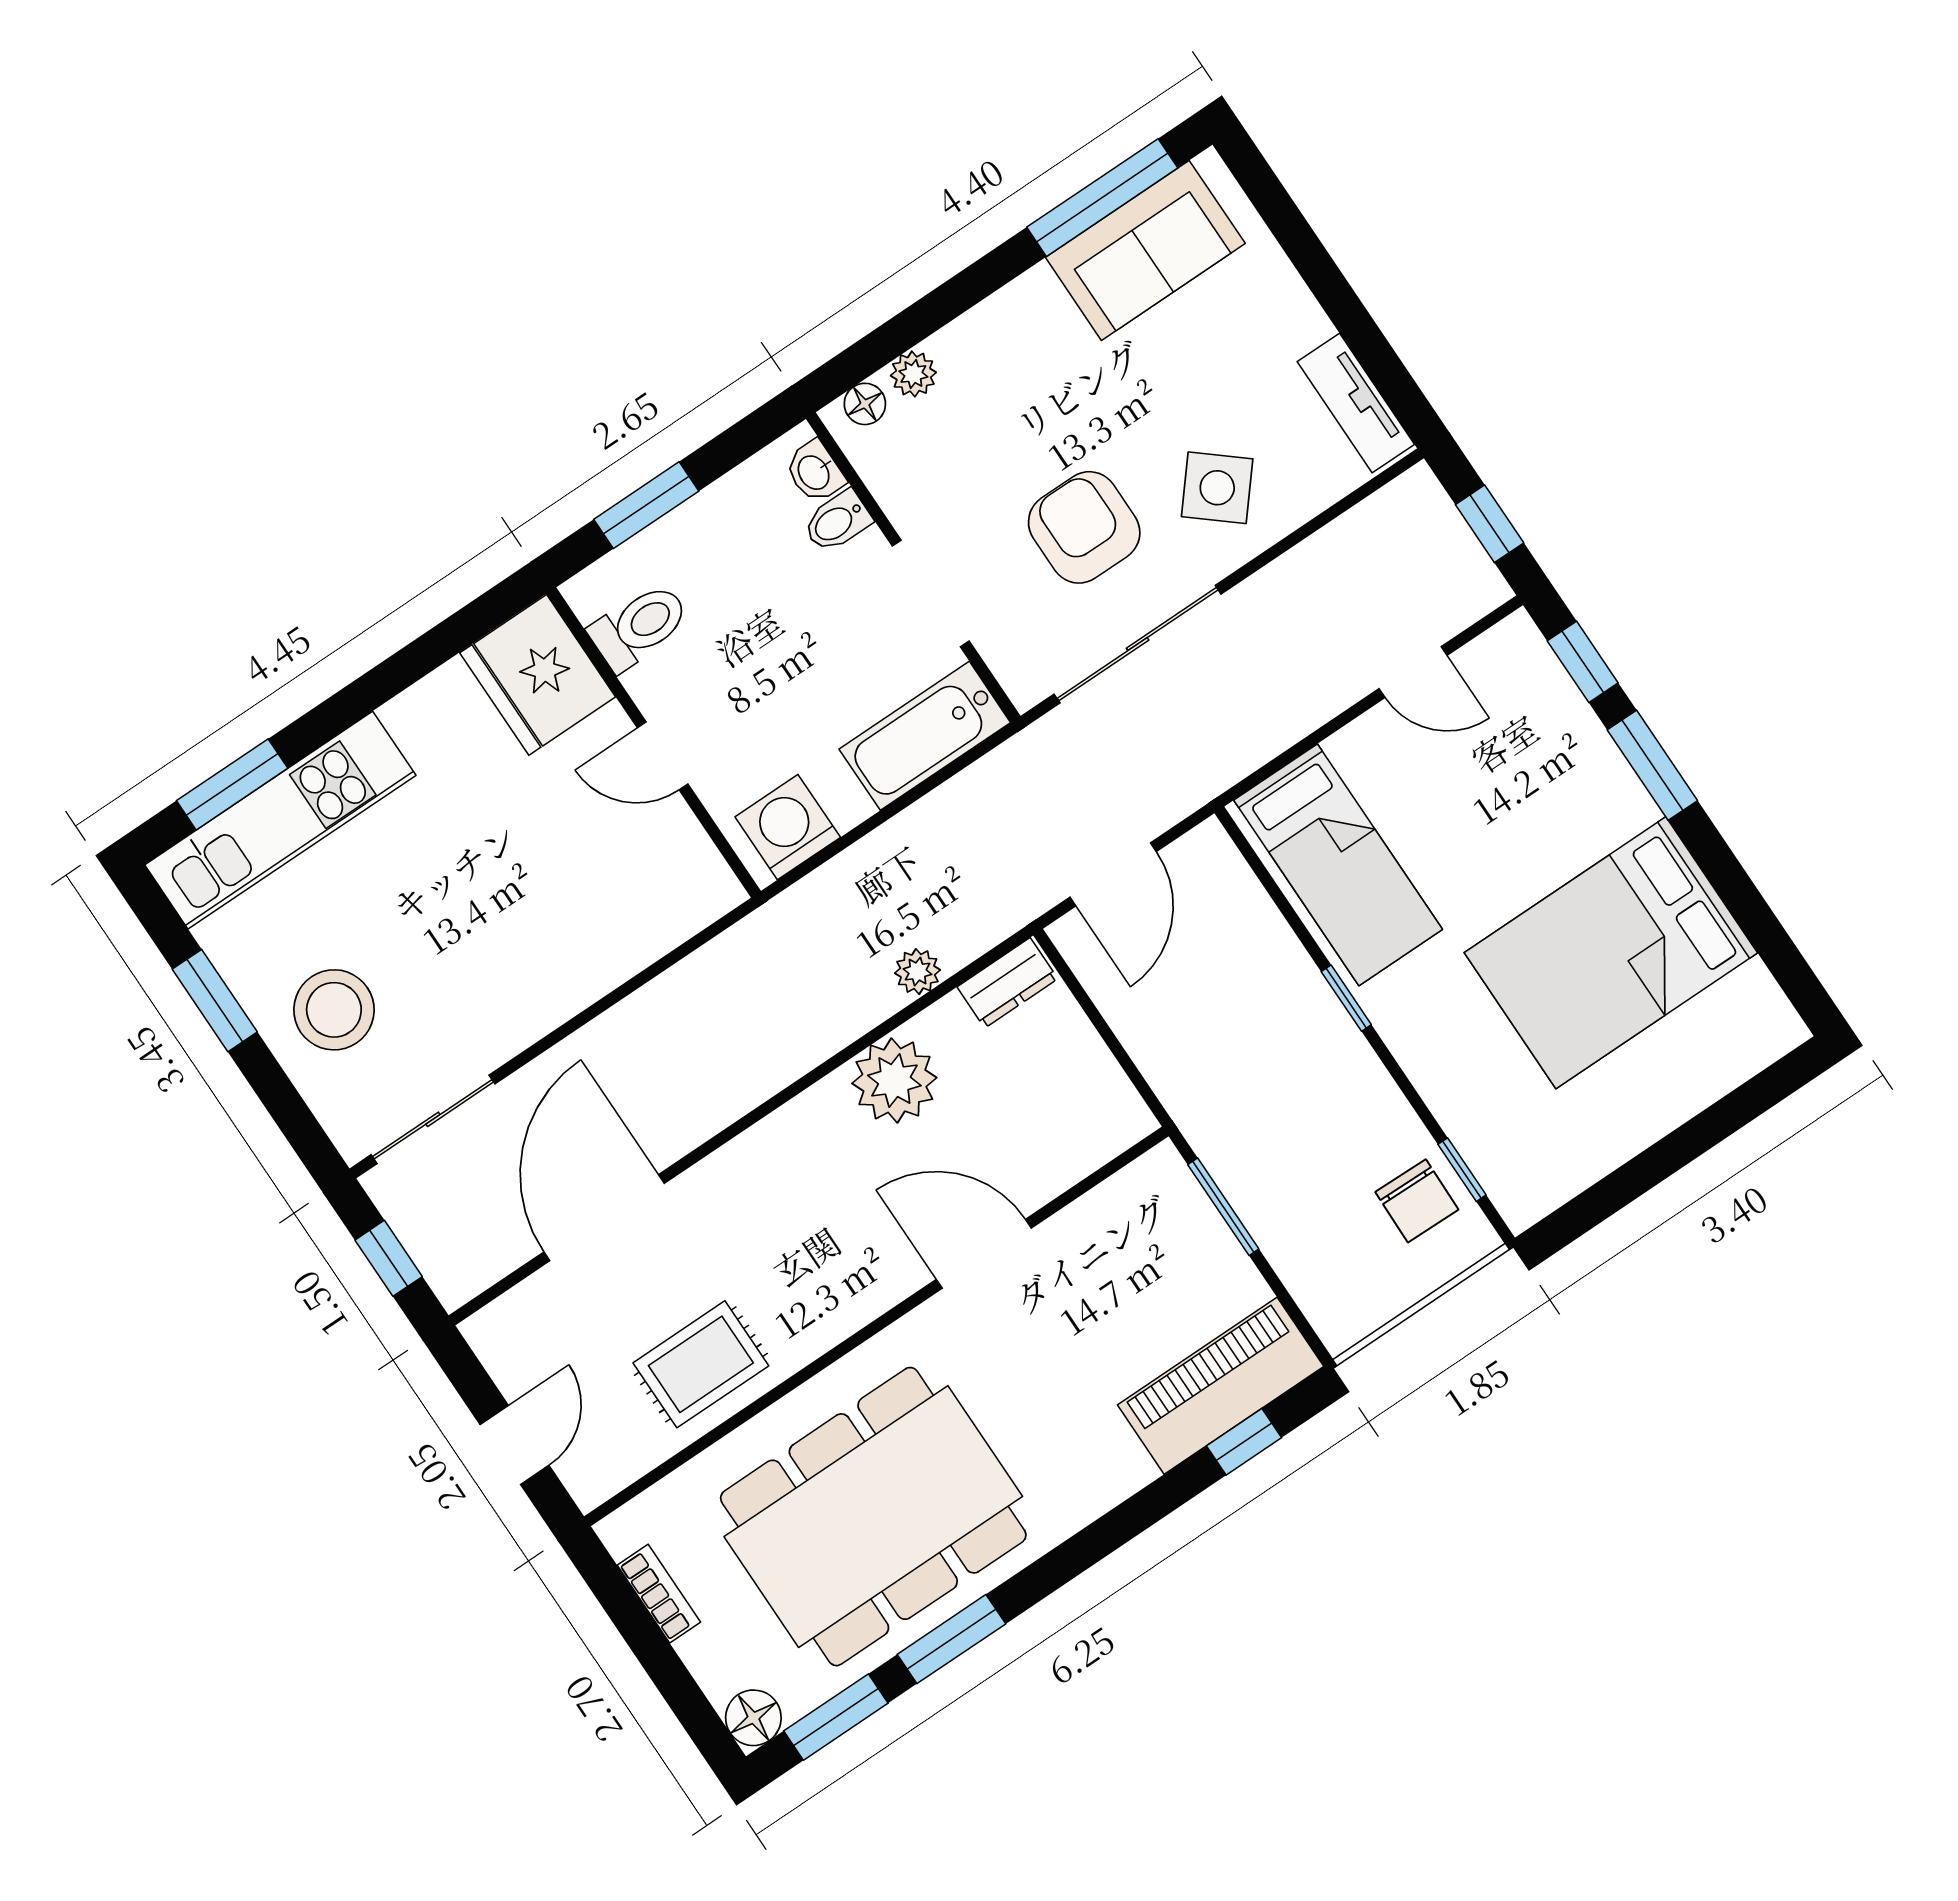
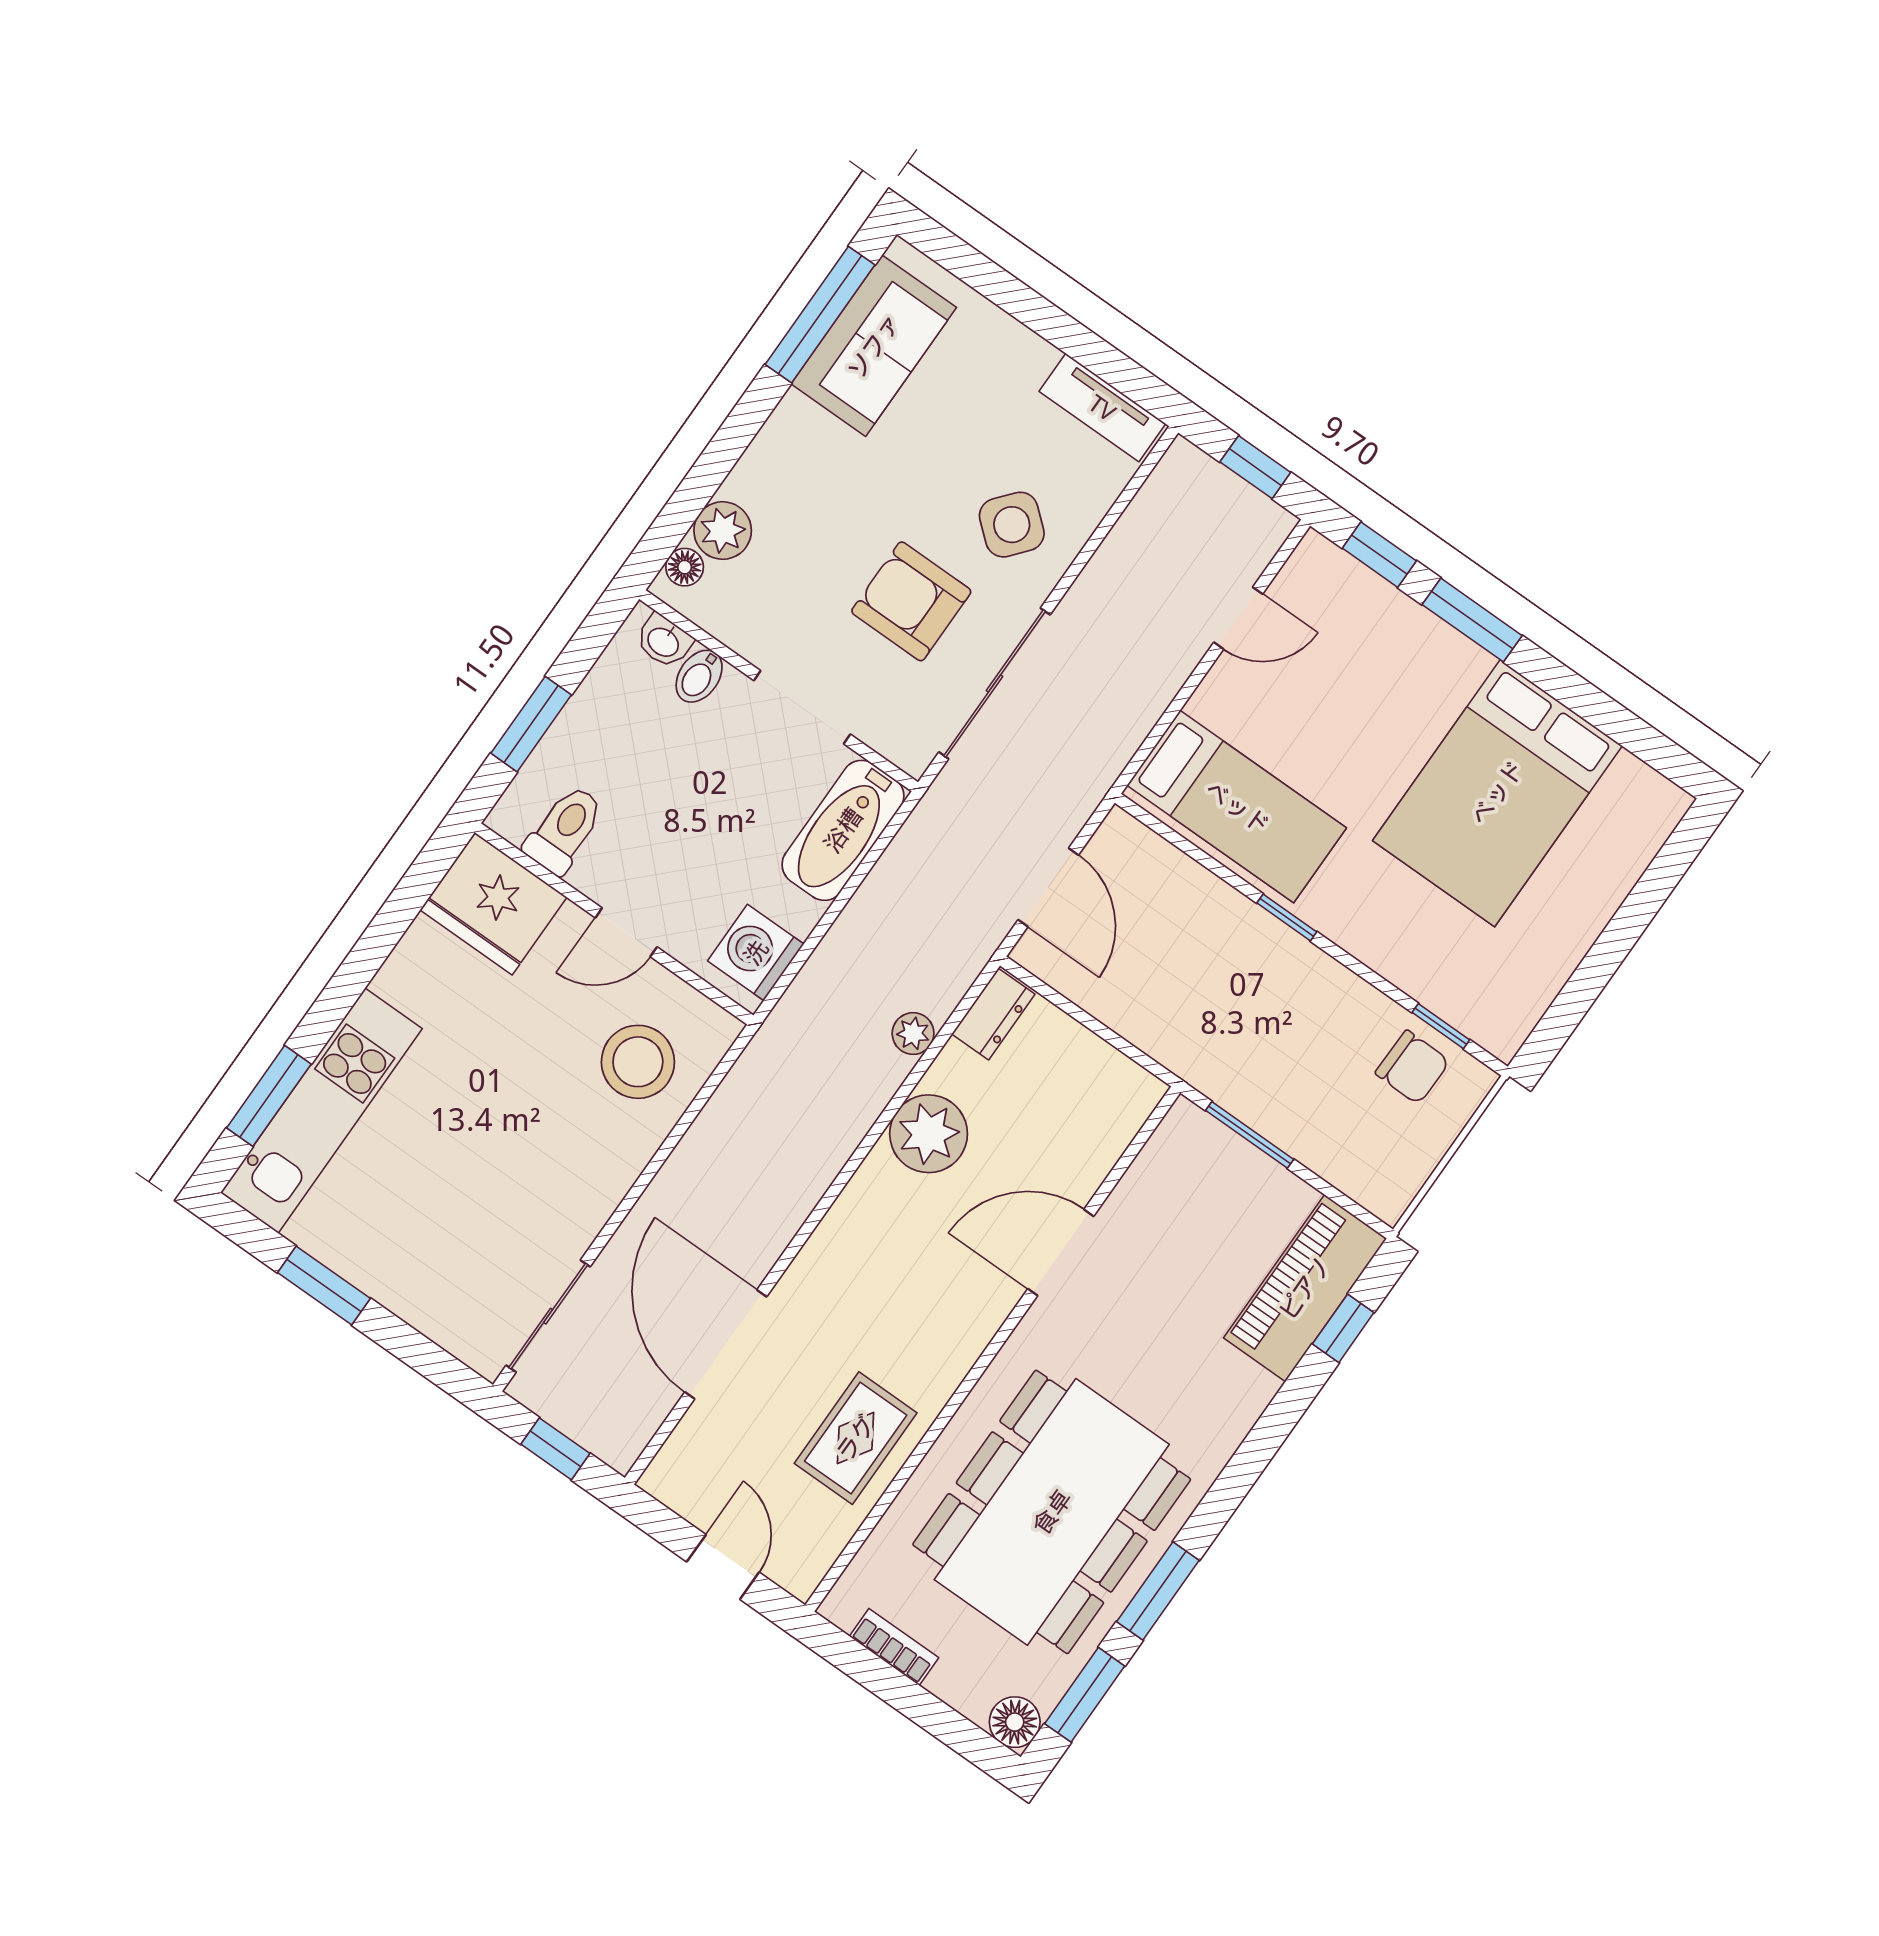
plant: (913, 374) -> (723, 531), width x1.38, depth x1.38
stool: (334, 1010) -> (638, 1062), moved

